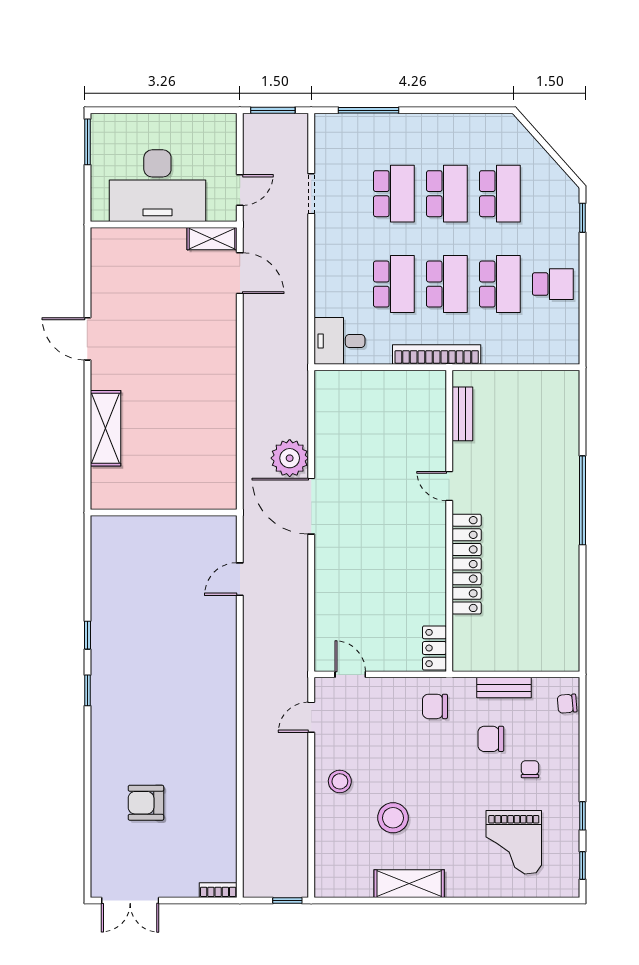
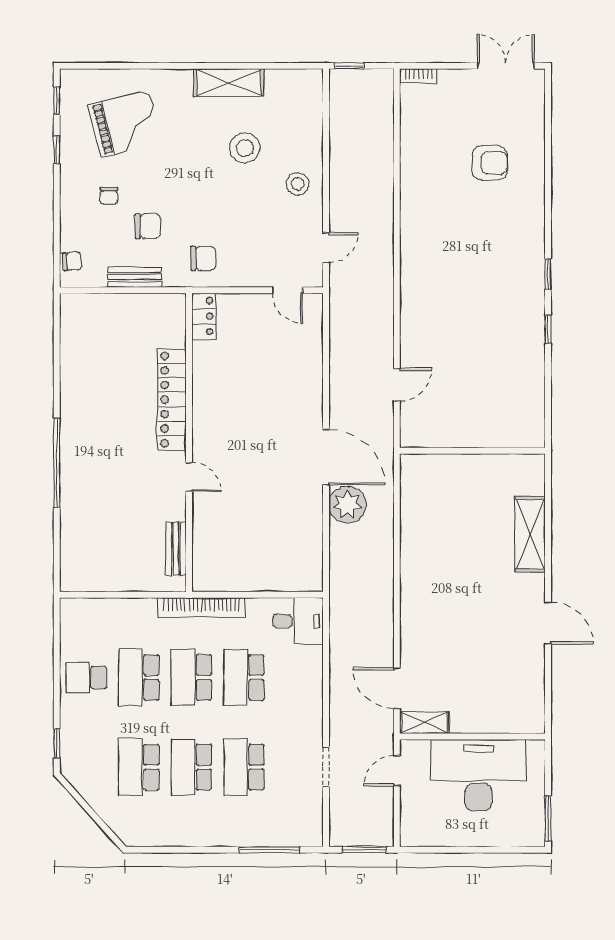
grand piano: (514, 842) -> (125, 124), turned 76

